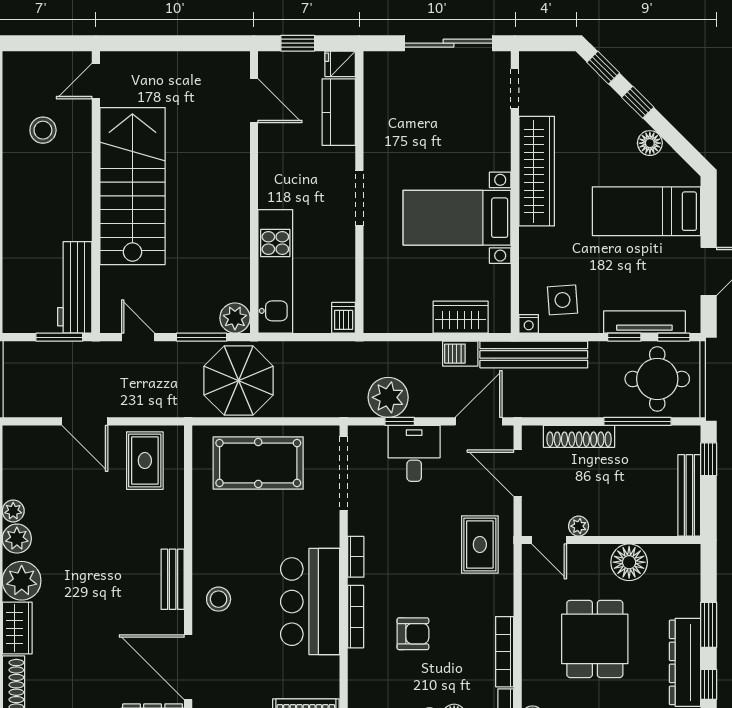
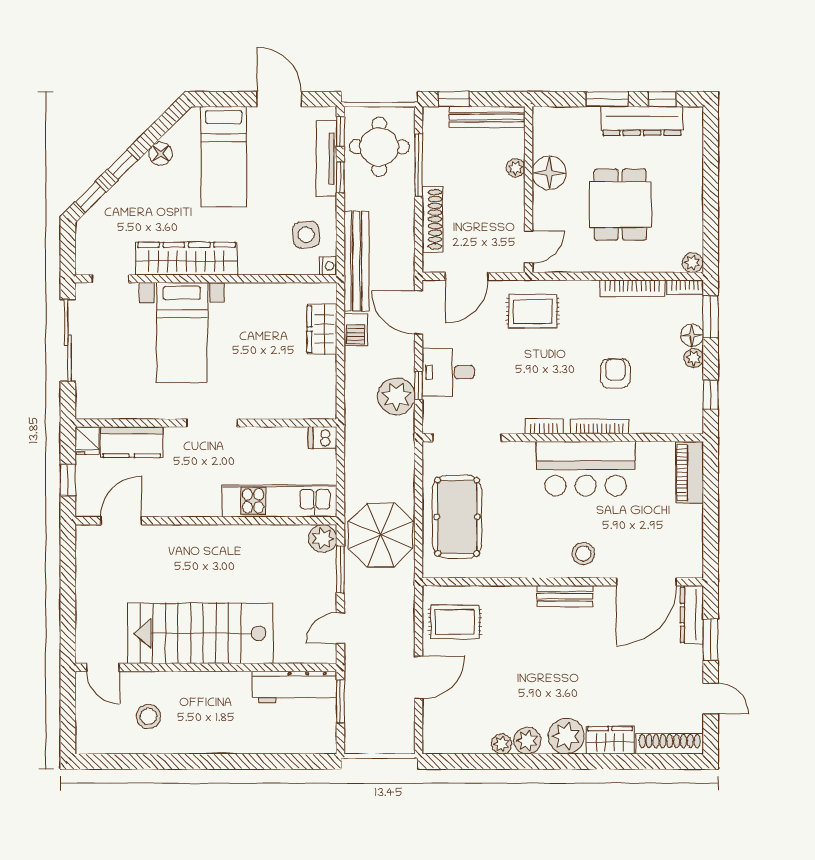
bed with nightstands: (457, 218) -> (182, 332), moved
plant: (579, 526) -> (516, 168), moved
dining table: (595, 639) -> (620, 205), turned 90

